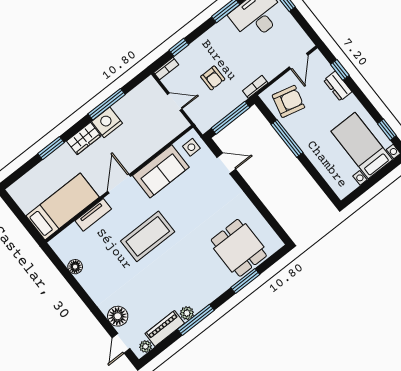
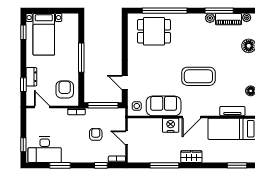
door: (299, 61) -> (42, 107), hinge flipped
armchair: (288, 101) -> (65, 89), turned 76
nightstand: (107, 122) -> (171, 125), moved, turned 180
window: (287, 138) -> (81, 58), moved
window: (51, 148) -> (237, 165), moved
tv unit: (93, 215) -> (232, 111), moved
dining table: (239, 248) -> (154, 31), turned 90
window: (245, 281) -> (165, 11), width x2.11
window: (196, 320) -> (219, 11), moved

